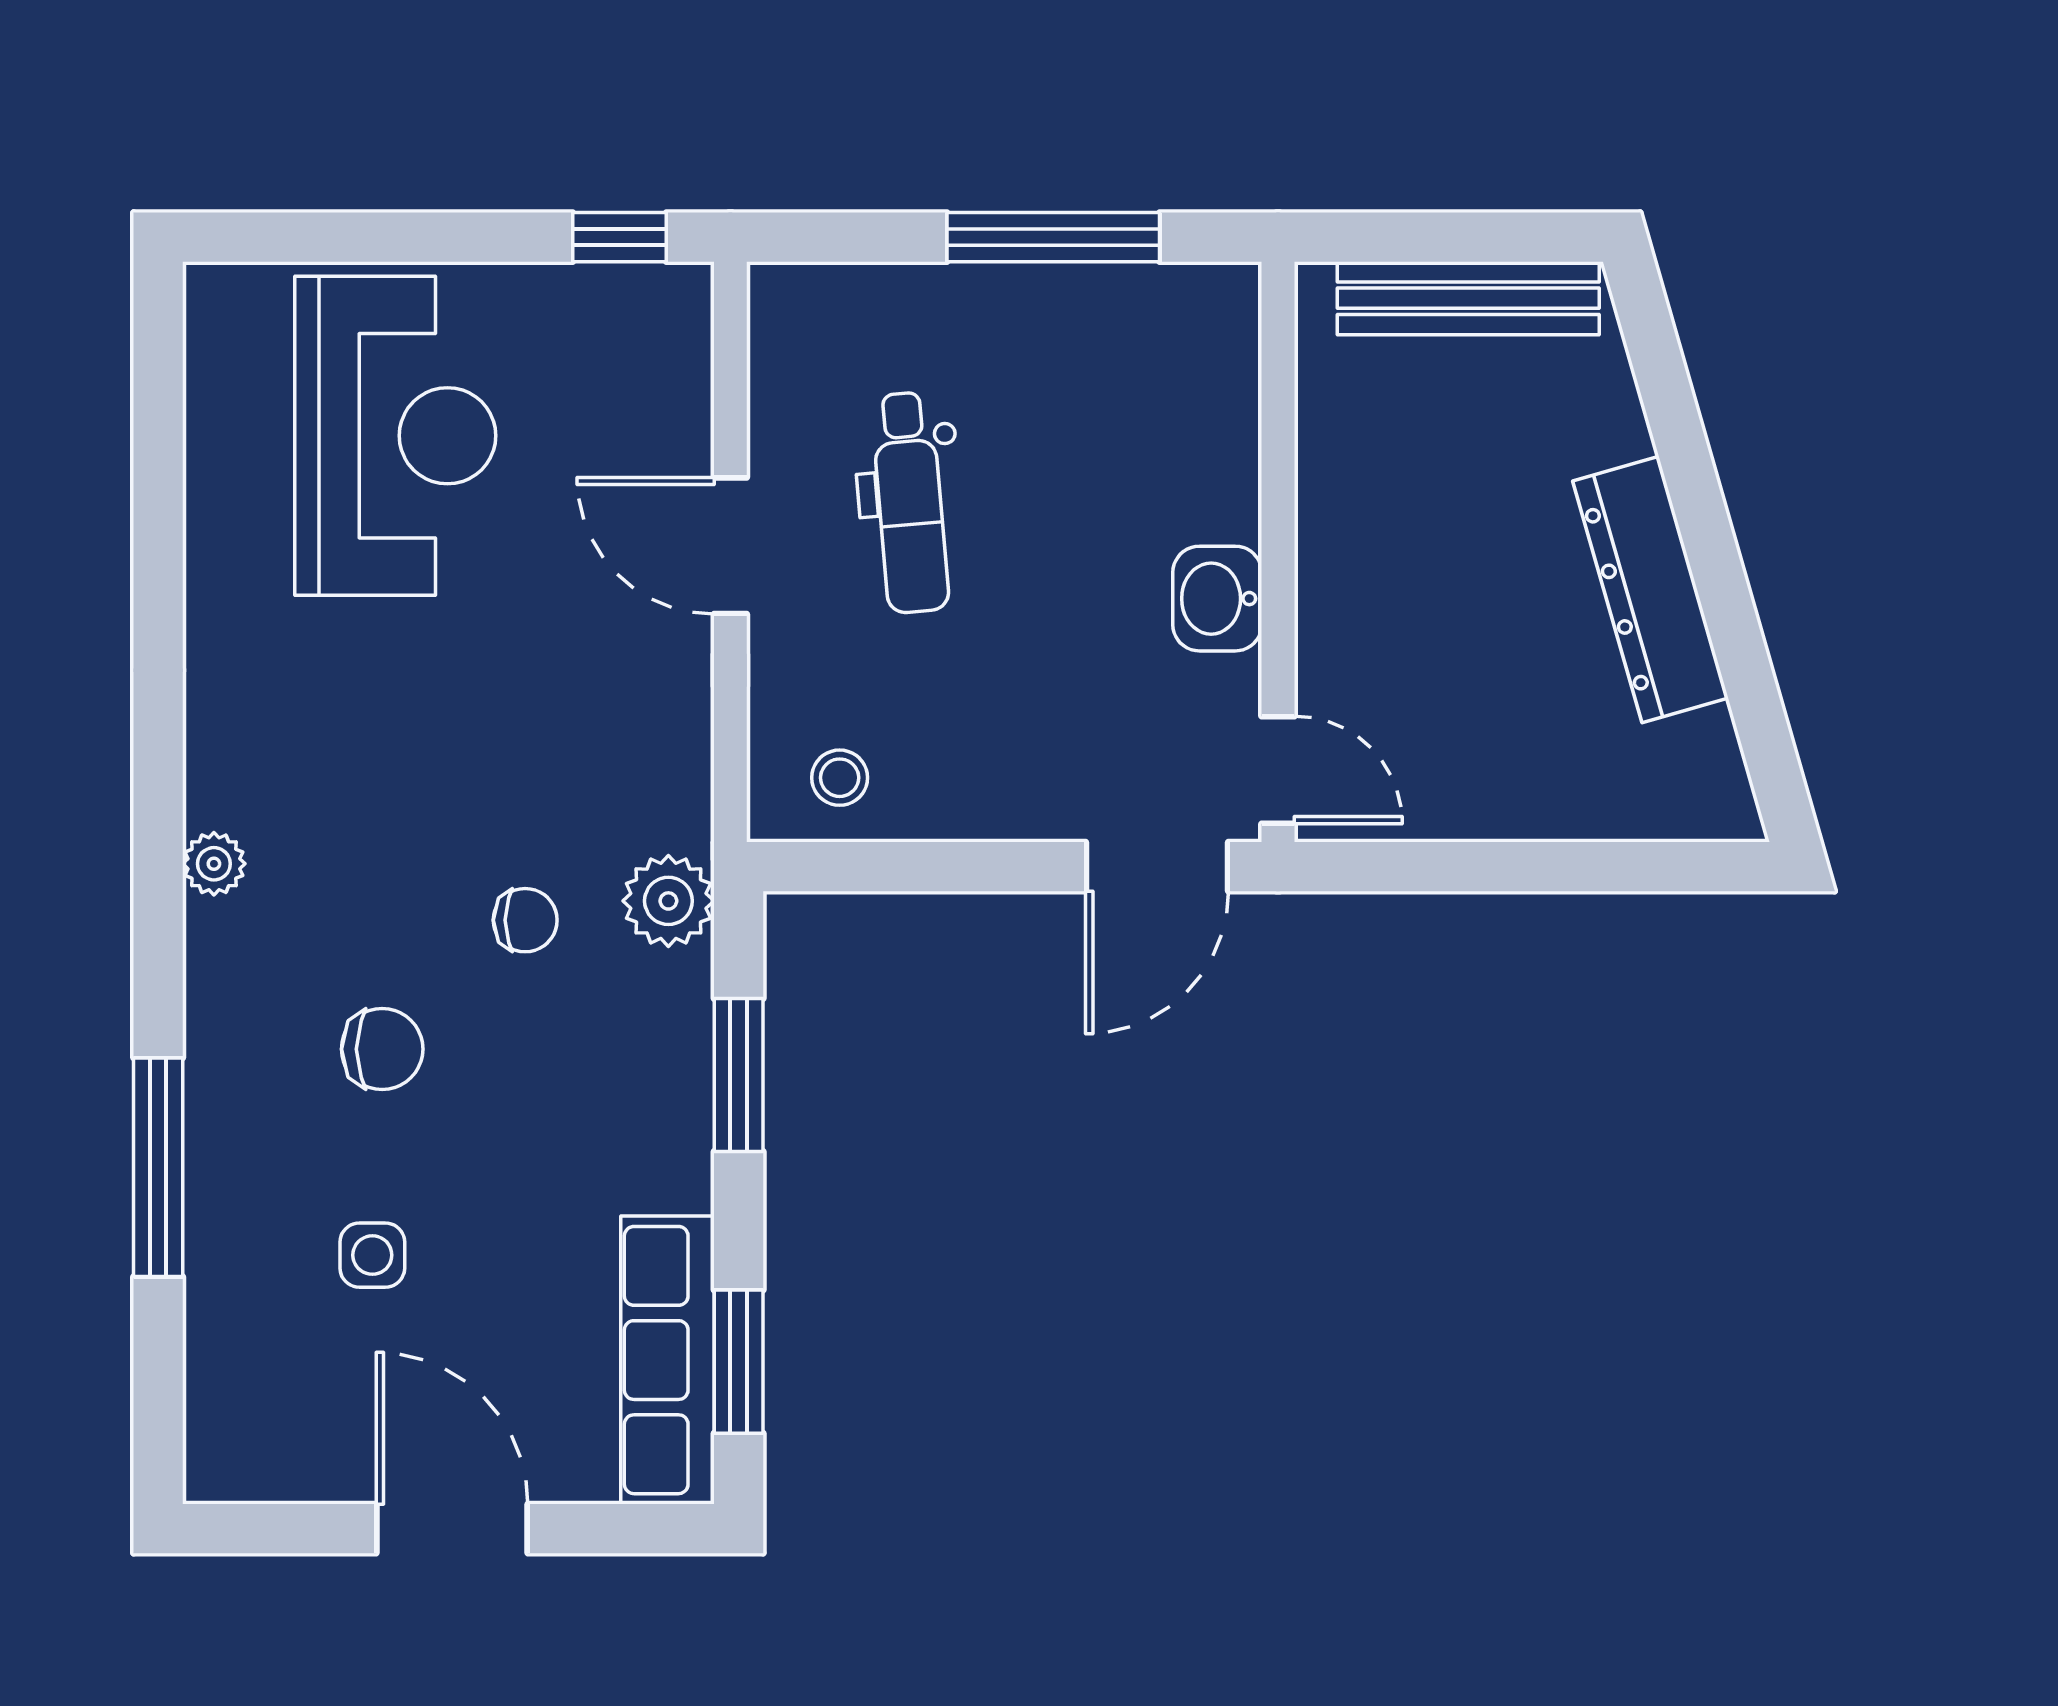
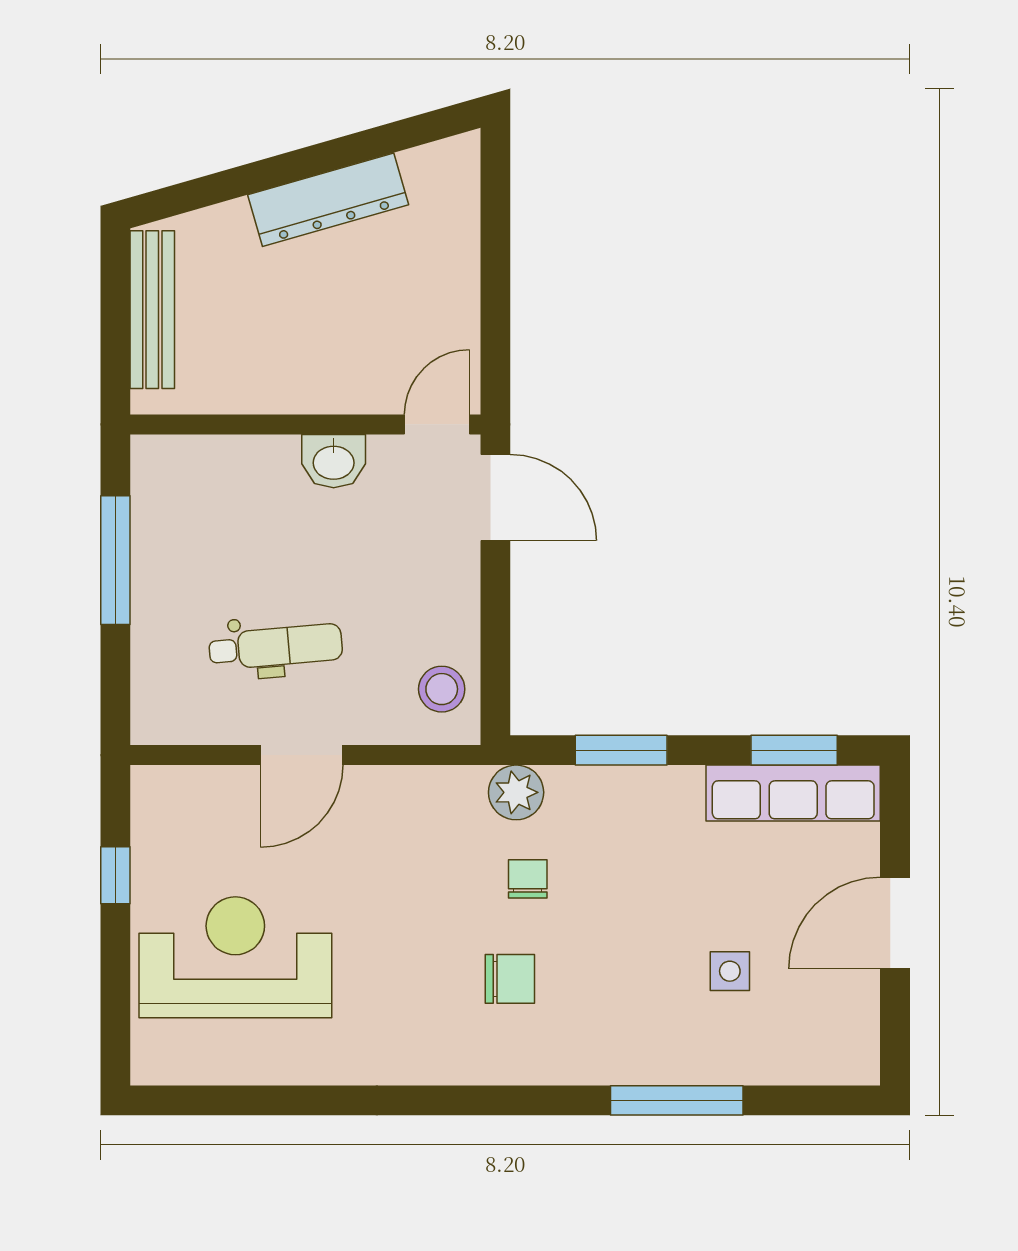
window: (619, 237) -> (115, 875), moved
stool: (840, 778) -> (442, 689), width x1.37, depth x1.37
plant: (214, 864) -> (494, 1067), removed
chair: (382, 1049) -> (510, 979), moved, turned 90

